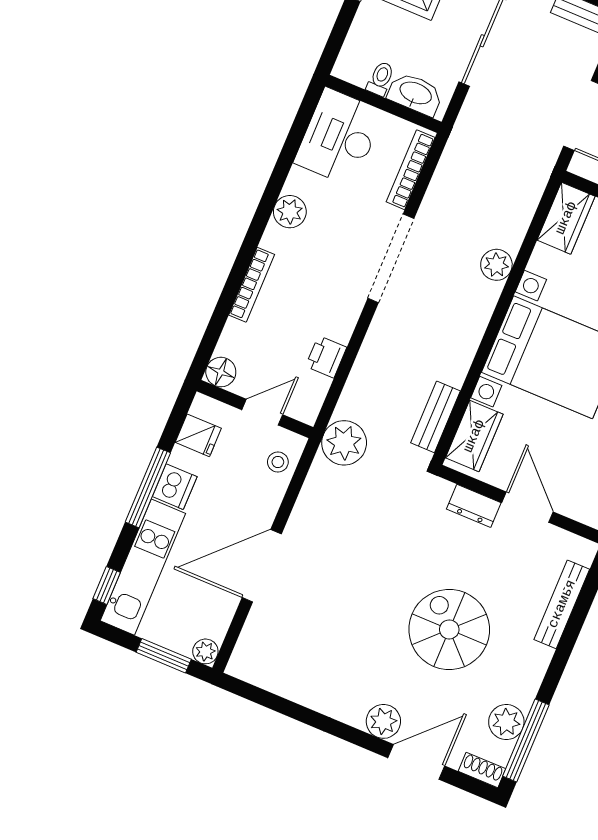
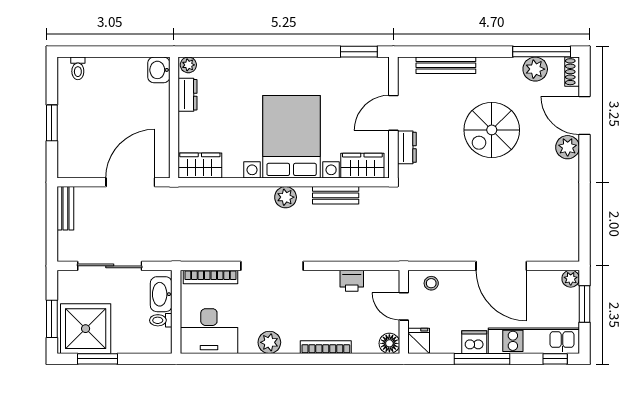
plant: (496, 265) -> (286, 197), moved
bench: (436, 417) -> (336, 195), moved
fridge: (198, 435) -> (419, 341), moved
plant: (344, 443) -> (401, 246), removed

